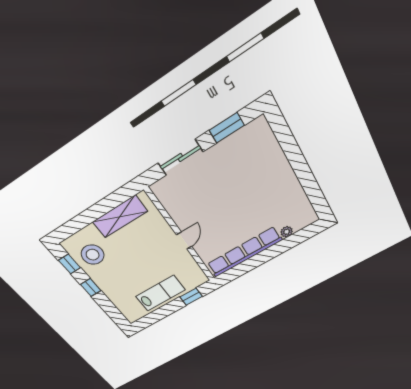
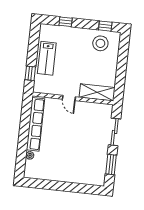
shelving: (120, 217) -> (97, 92), moved, turned 90
window: (91, 287) -> (66, 22), moved

